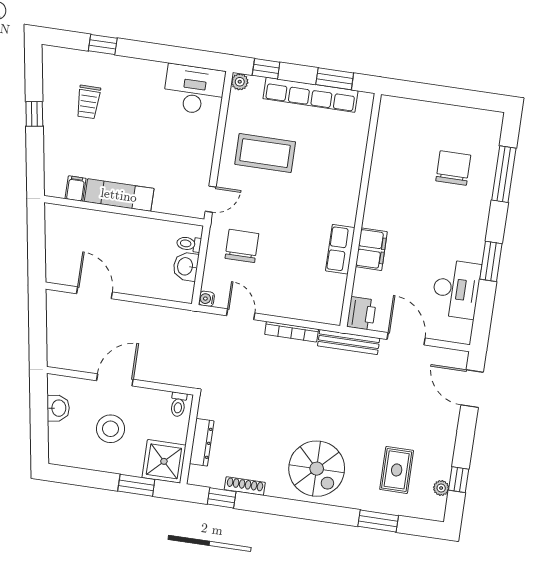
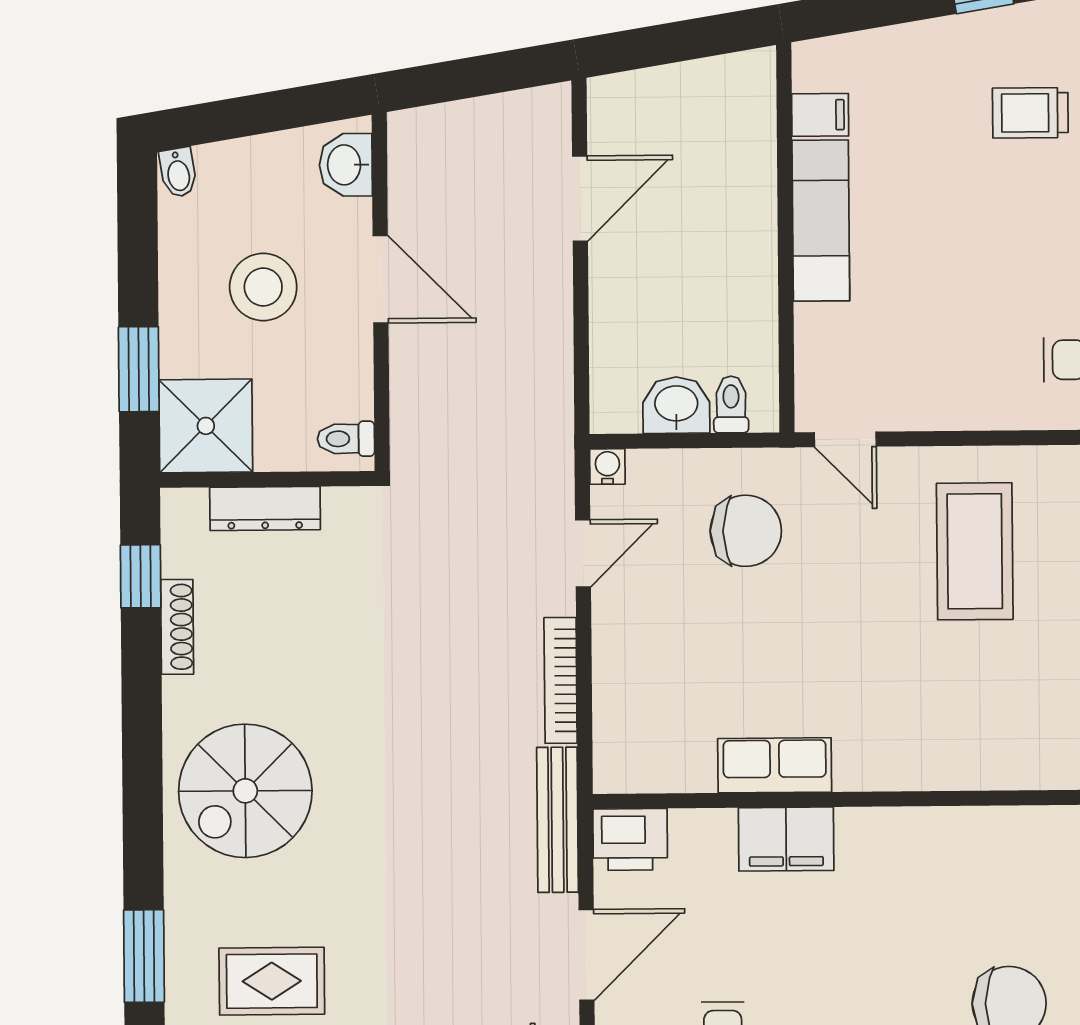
washbasin: (58, 408) -> (346, 165), moved, turned 99
bidet: (58, 456) -> (178, 172), added

